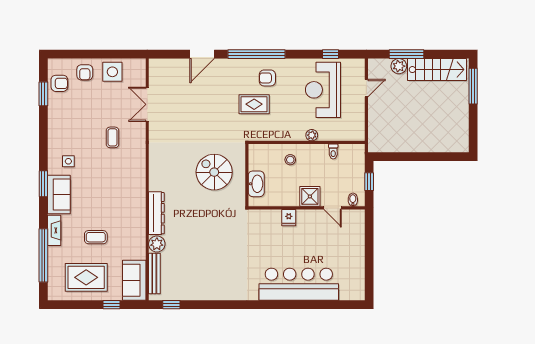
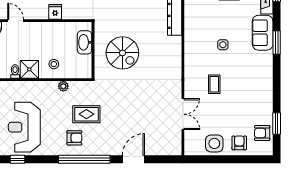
reception desk: (323, 90) -> (24, 127), turned 180
plant: (312, 135) -> (63, 86), moved
side table: (68, 161) -> (223, 45), moved
shower: (310, 196) -> (29, 69), moved

